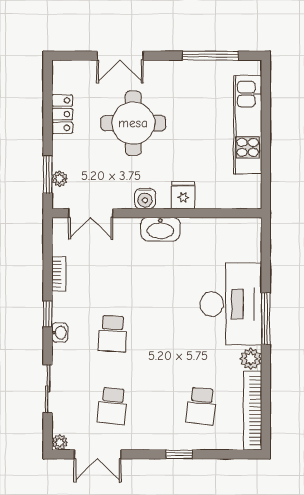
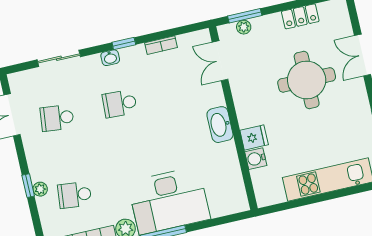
water cooler: (145, 199) -> (256, 159), moved
plant: (60, 442) -> (40, 189), moved

